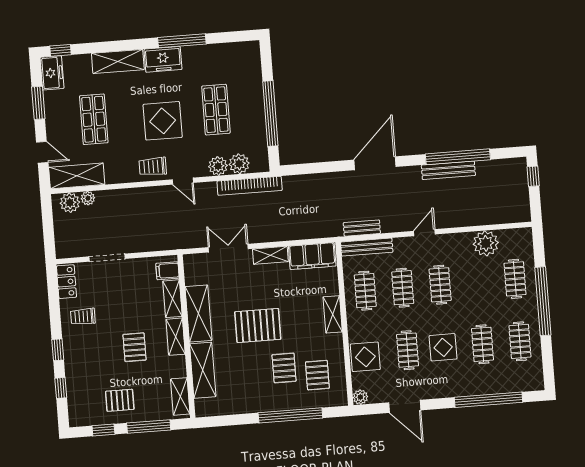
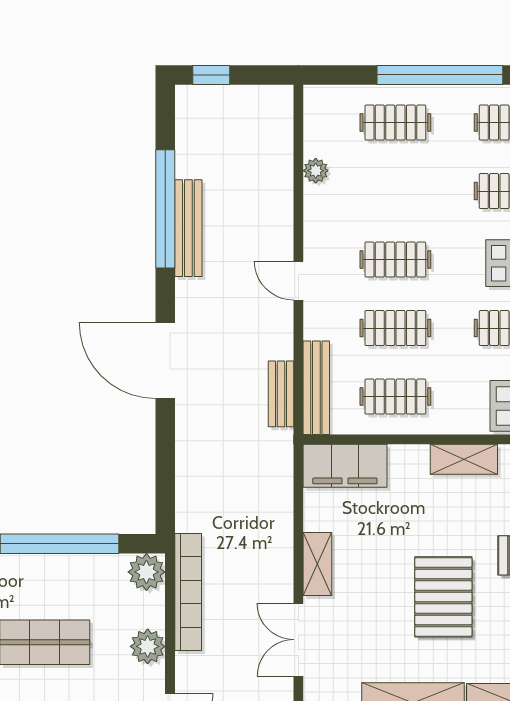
plant: (239, 164) -> (146, 572), moved
plant: (486, 243) -> (316, 171), width x0.53, depth x0.53
filing cabinet: (312, 256) -> (345, 466), moved, turned 90
shelving: (333, 314) -> (464, 459), moved

